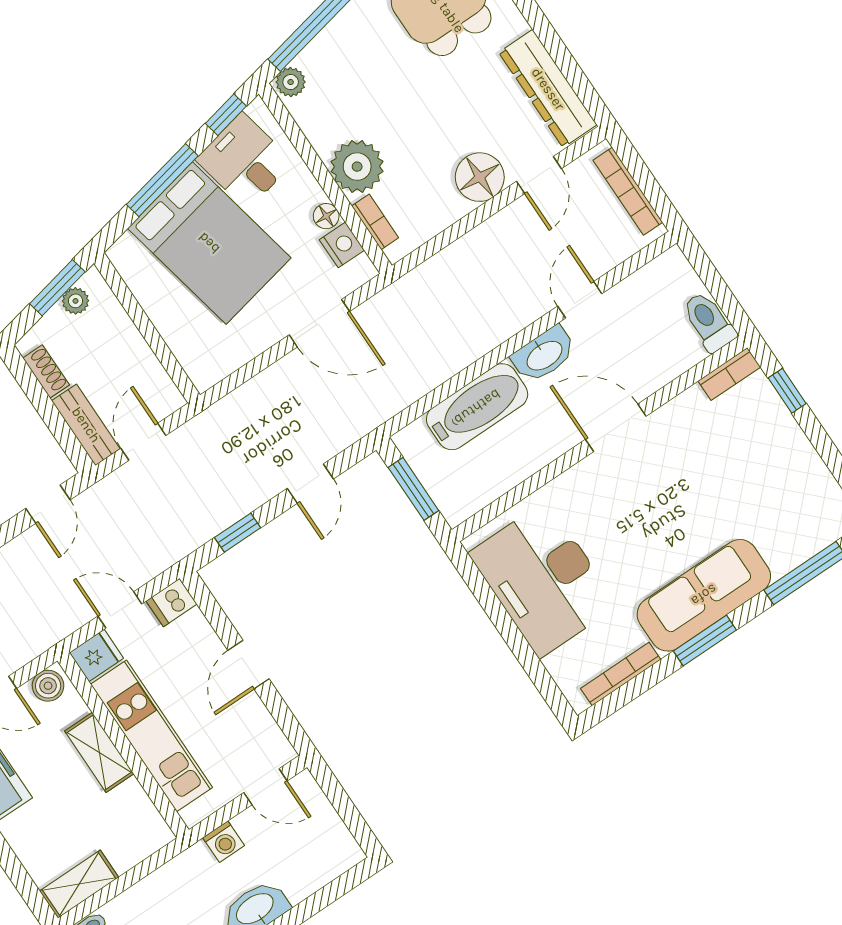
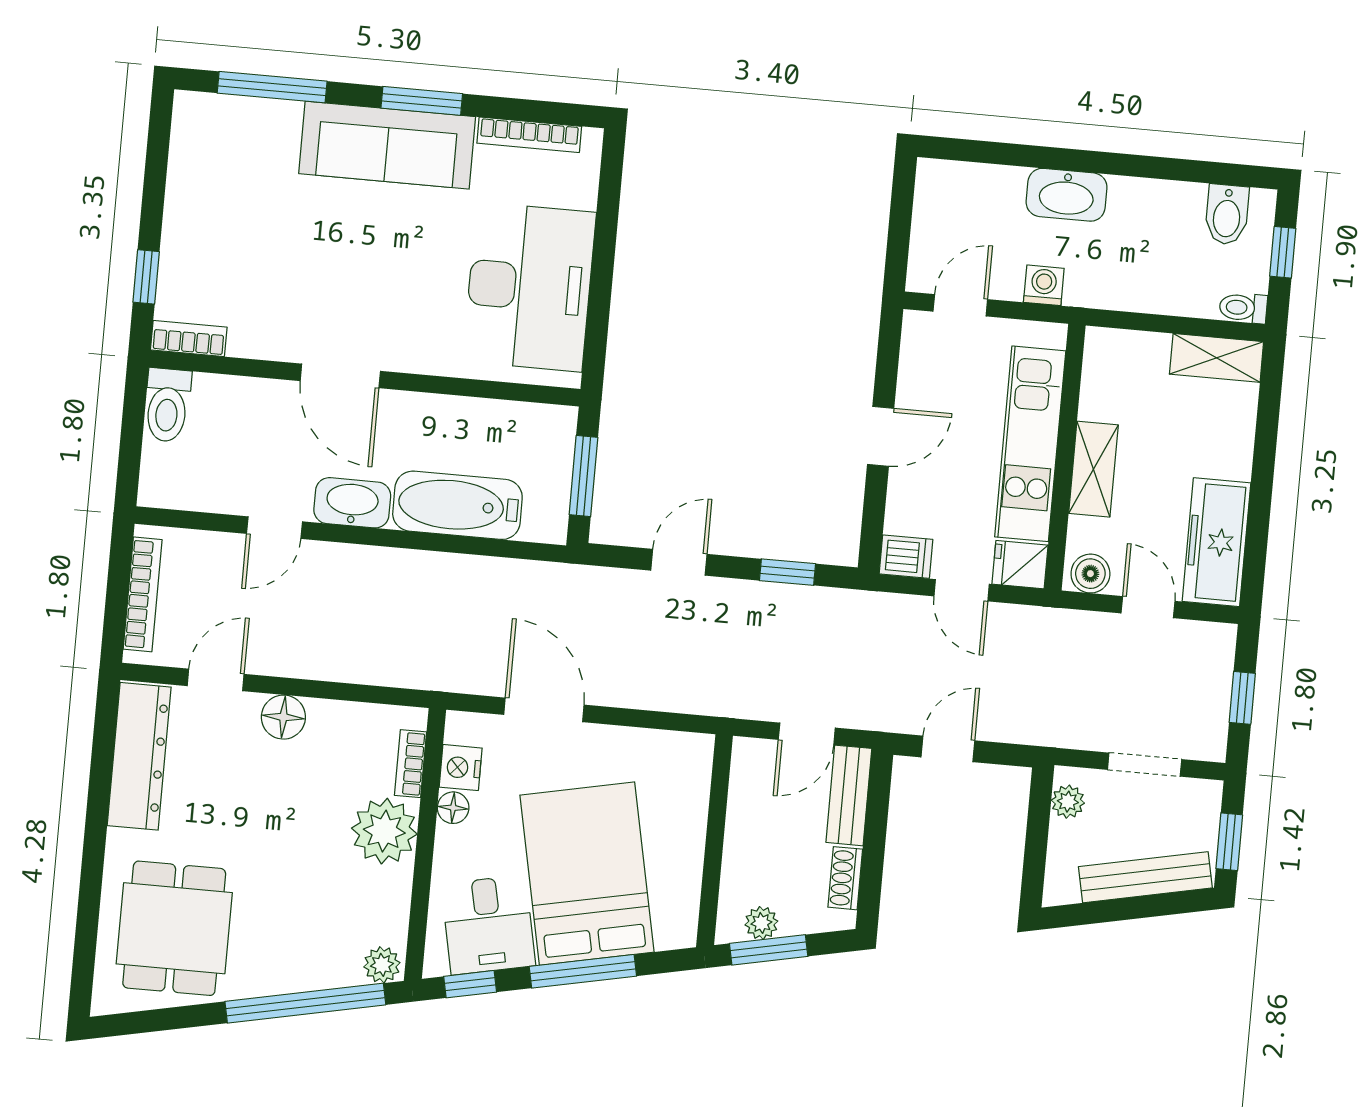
floor lamp: (480, 177) -> (283, 717), width x0.73, depth x0.73
door: (265, 787) -> (960, 305), hinge flipped

